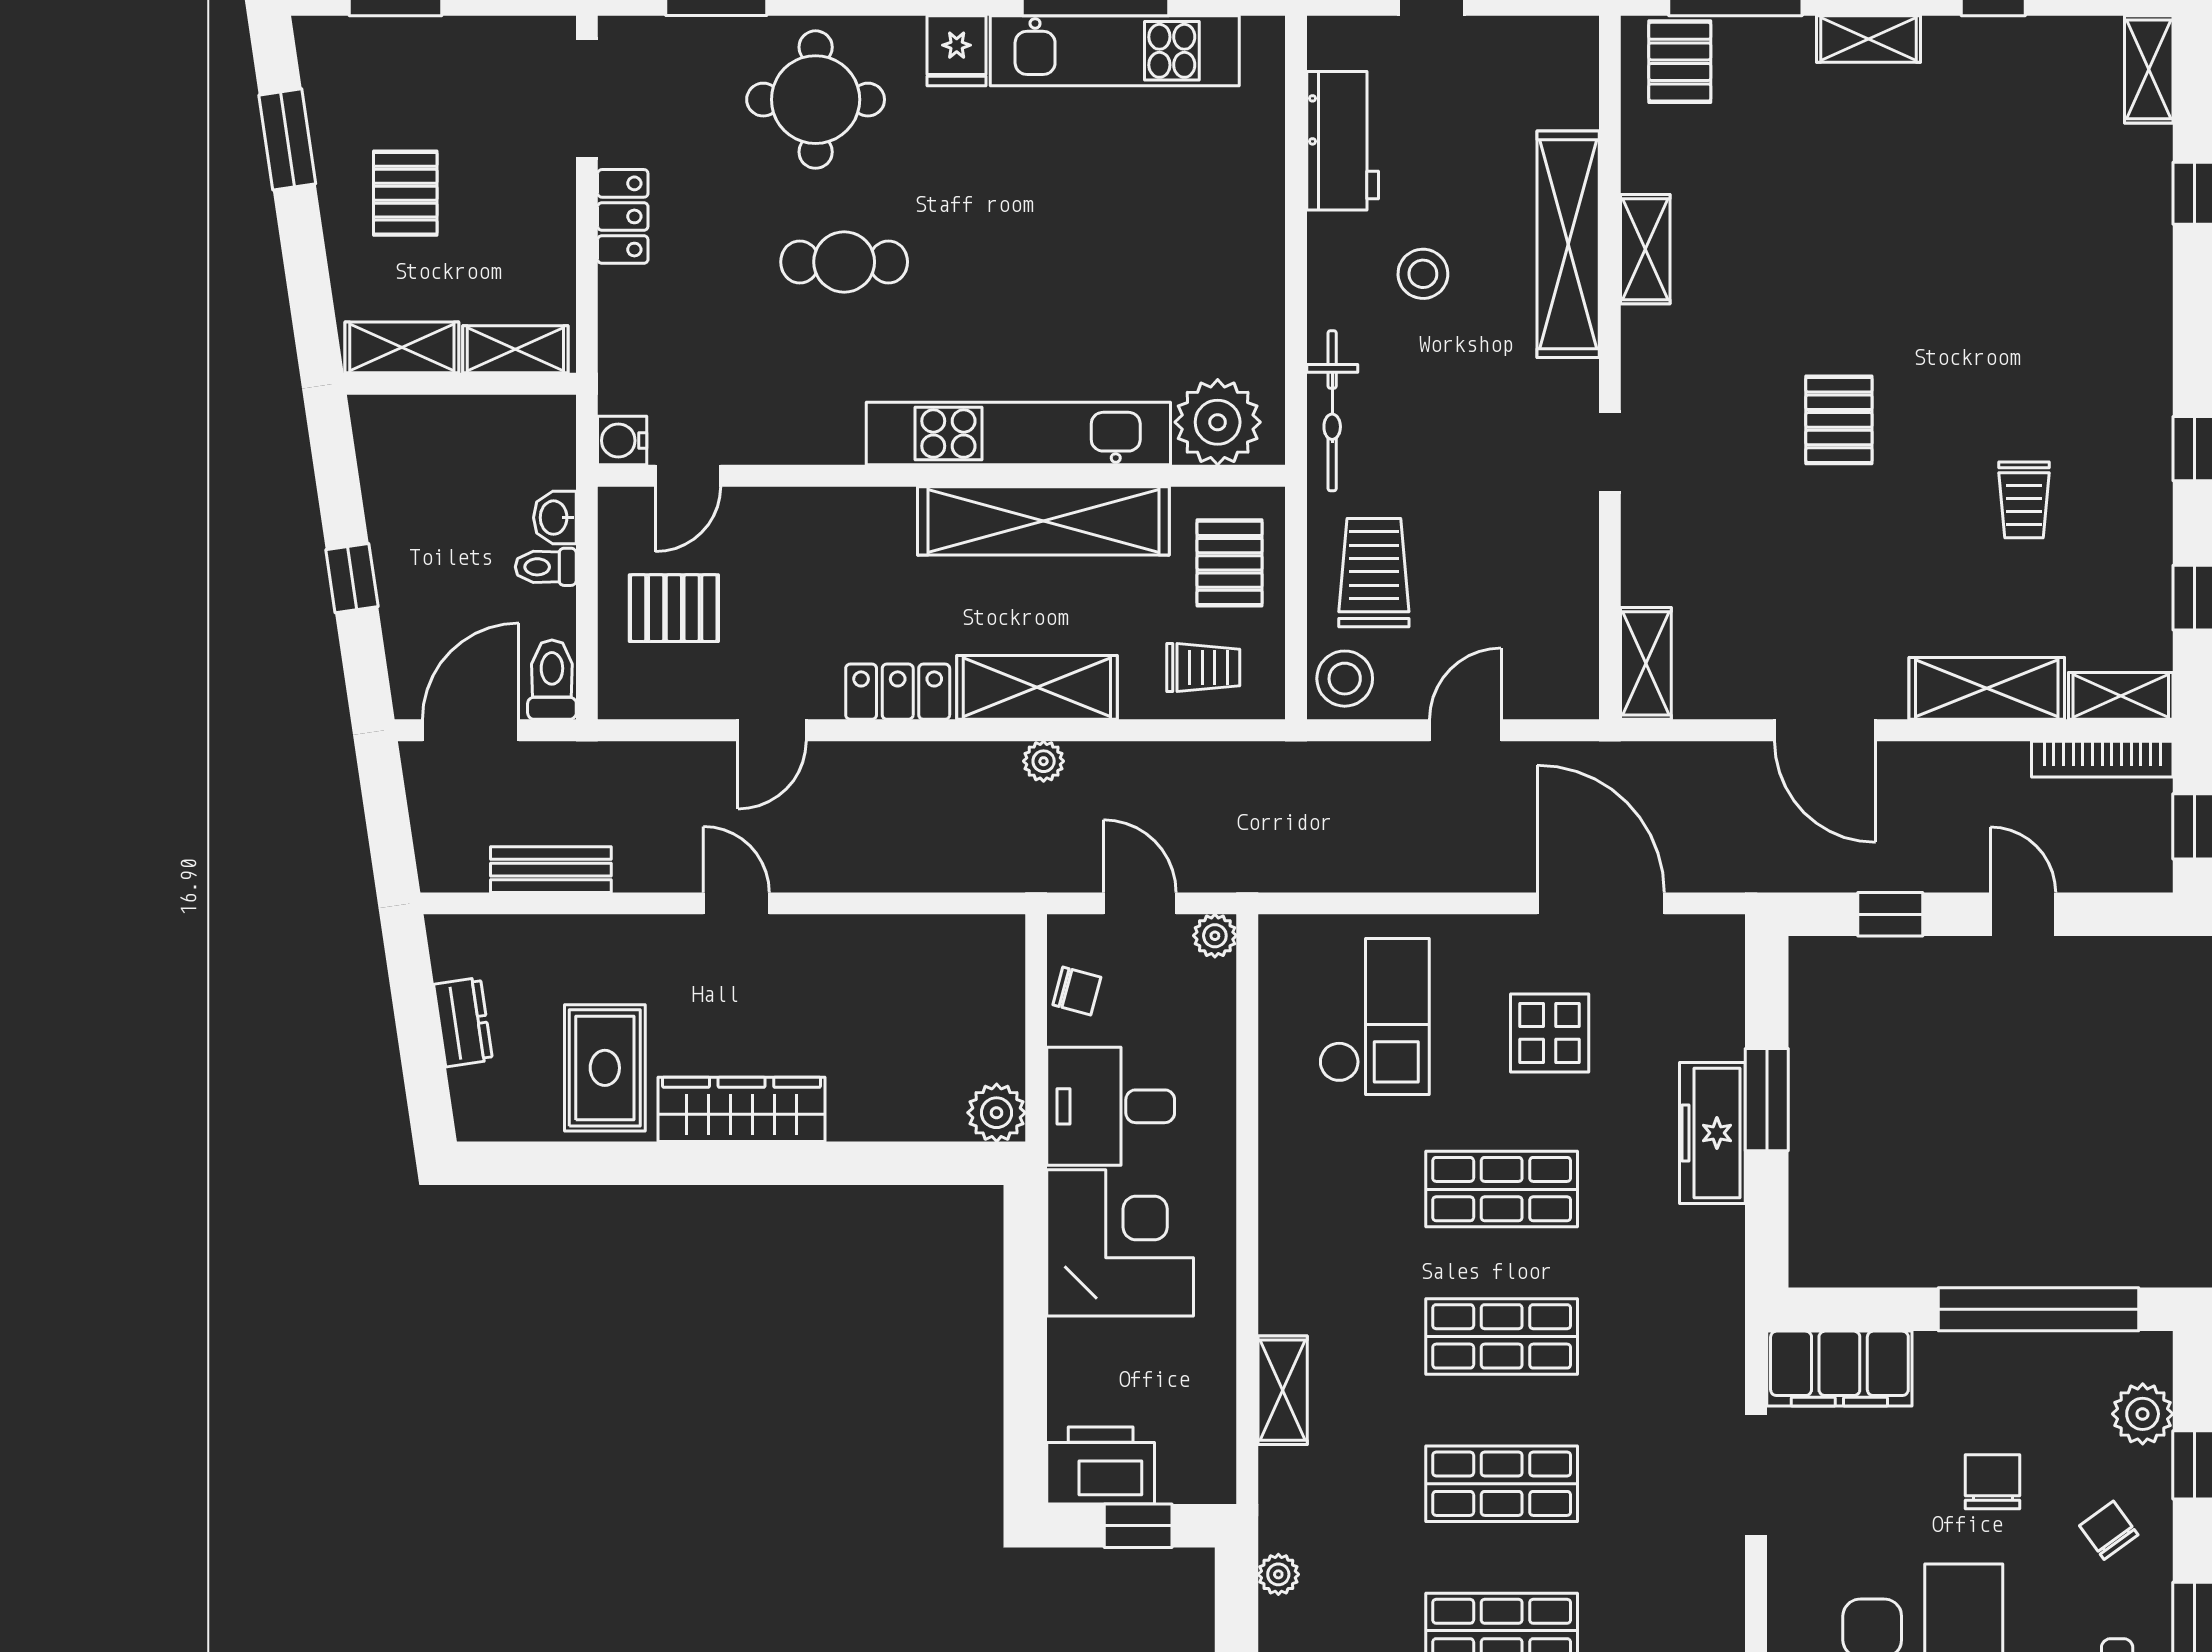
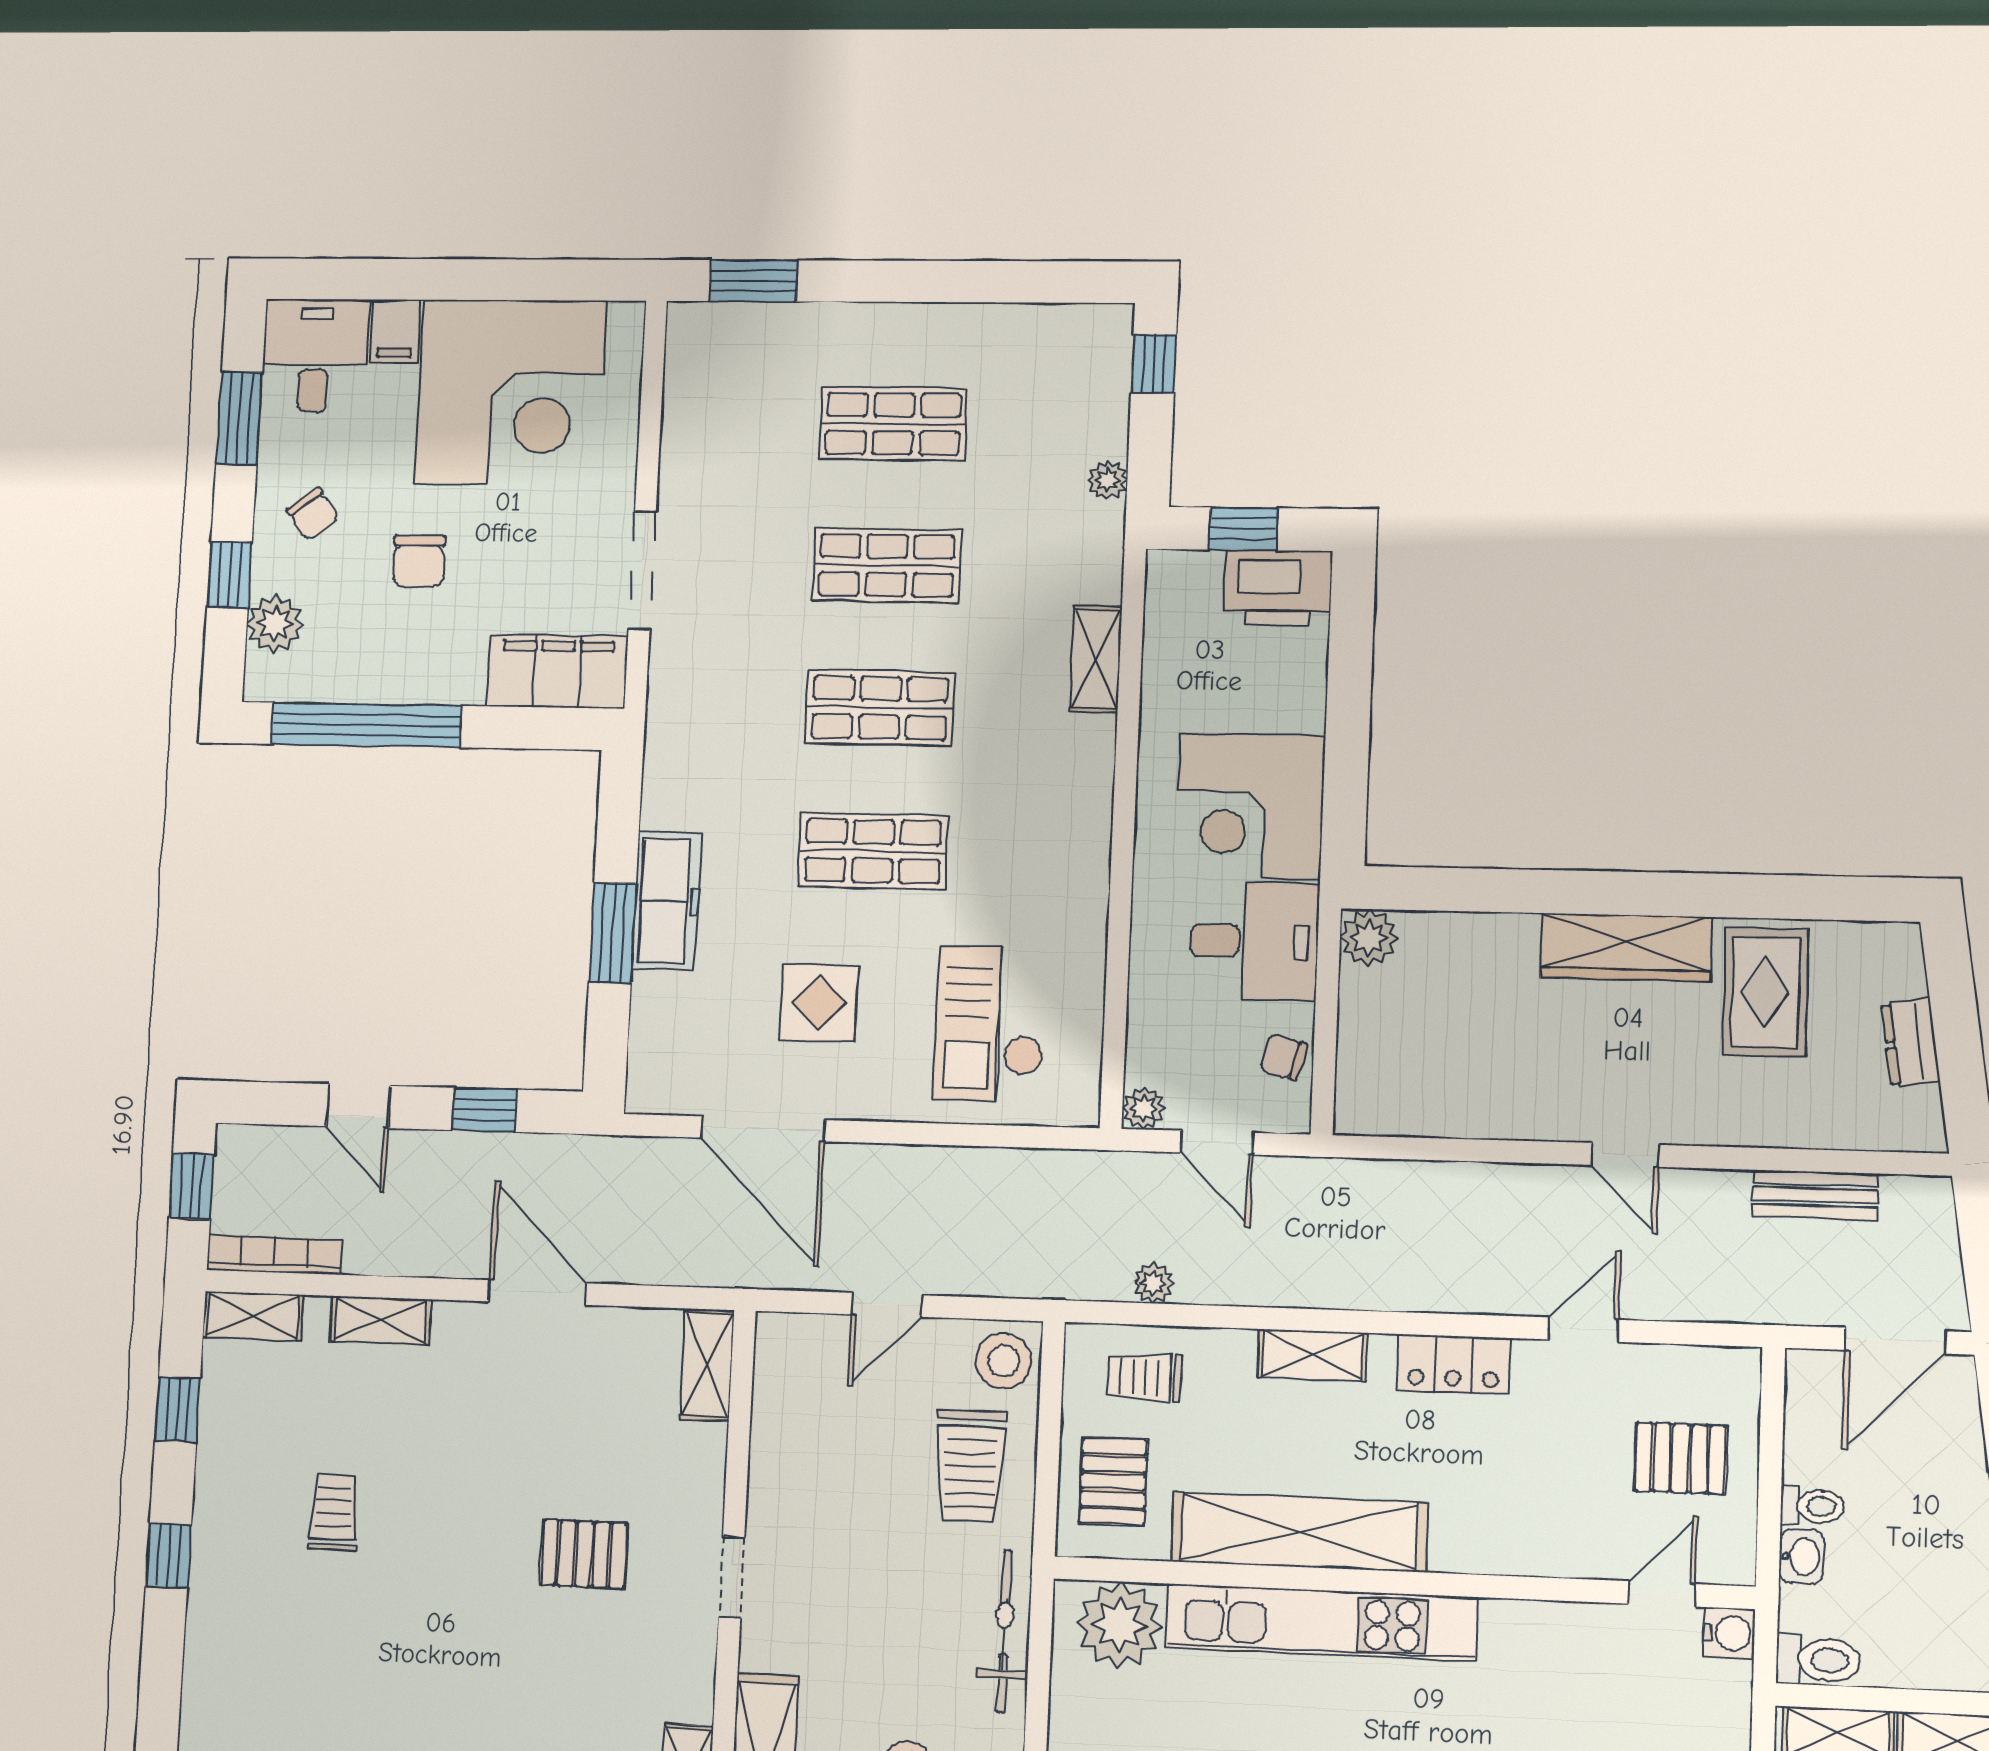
pallet: (1839, 420) -> (584, 1554), moved, turned 90
toilet: (552, 680) -> (1818, 1660), moved, turned -90
shelving: (1037, 687) -> (1312, 1355), width x0.67, depth x0.75
shelving: (1987, 688) -> (380, 1320), width x0.67, depth x0.75
plant: (1044, 761) -> (1153, 1283), moved

